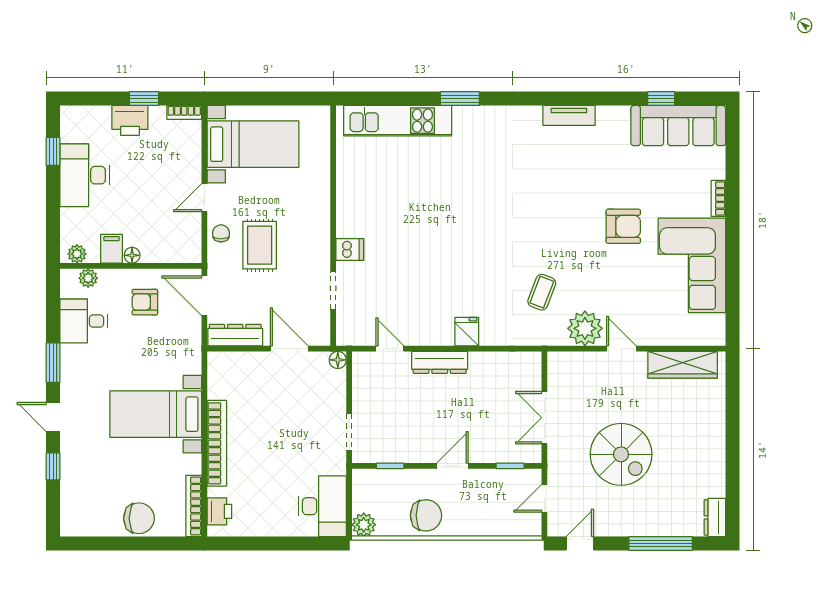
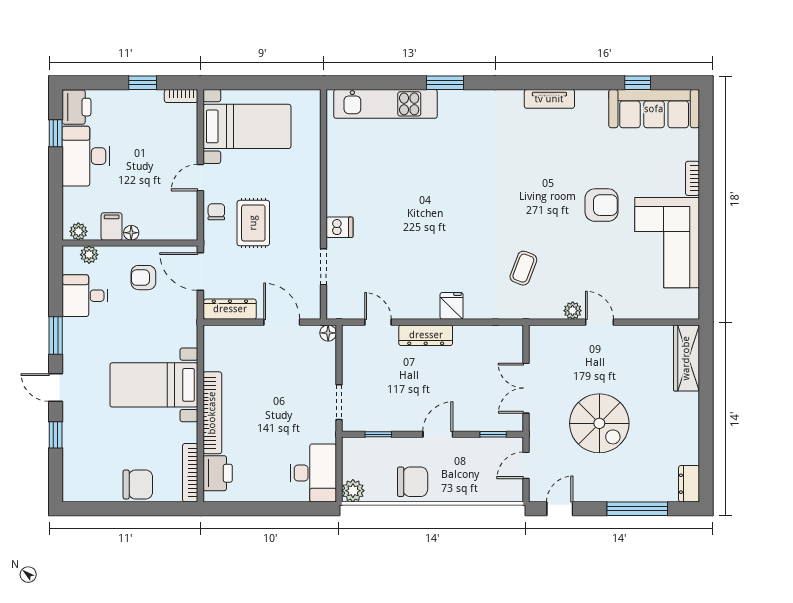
printer: (130, 120) -> (76, 107), moved, turned -90
plant: (585, 328) -> (573, 311), width x0.53, depth x0.53
wardrobe: (683, 365) -> (686, 358), moved, turned 90
printer: (219, 511) -> (218, 473), width x1.36, depth x1.24

